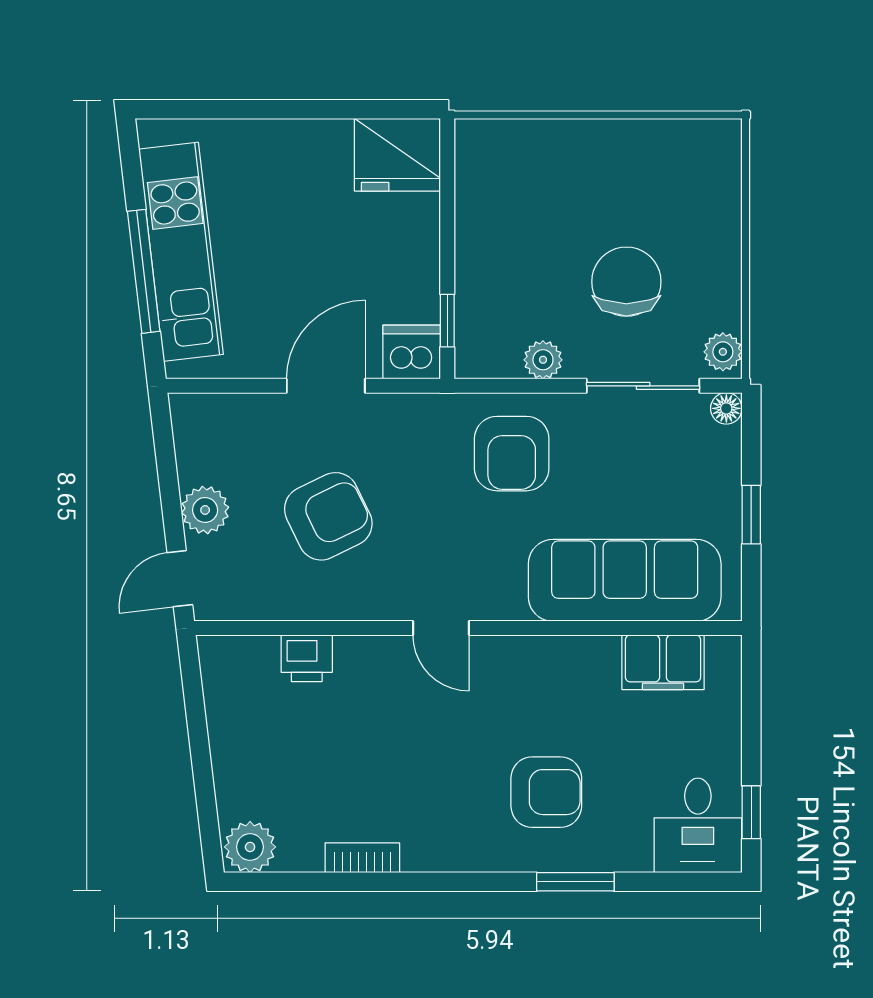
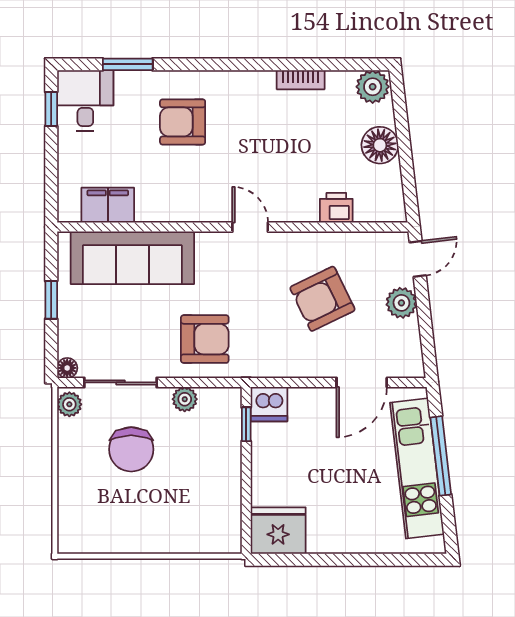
door: (326, 386) -> (362, 382), moved
armchair: (512, 454) -> (205, 339), turned 90
floor lamp: (239, 756) -> (380, 145), added
window: (575, 882) -> (128, 64), moved

